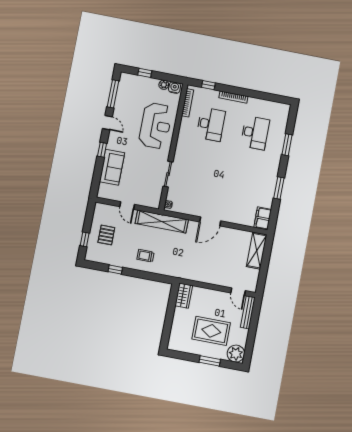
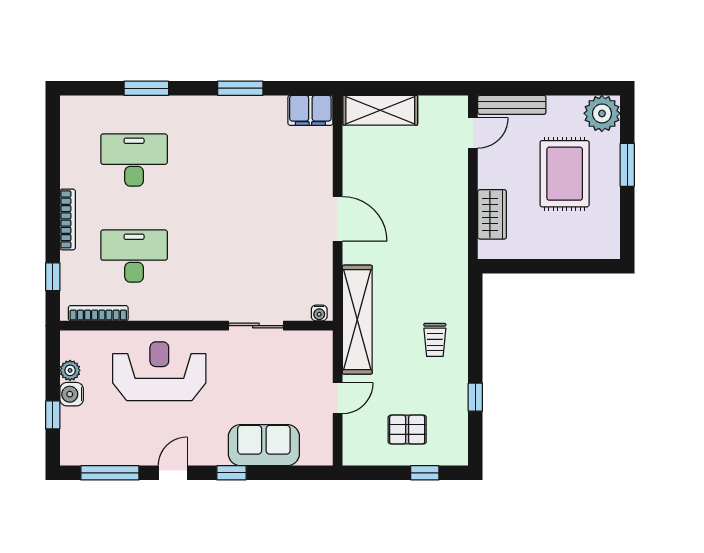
water cooler: (175, 88) -> (72, 394), moved
wardrobe: (184, 296) -> (492, 214), moved, turned 90

